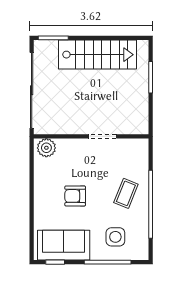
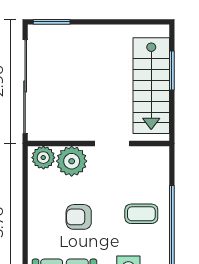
stairs: (98, 55) -> (151, 86), moved, turned 90
plant: (69, 151) -> (72, 161), added
coffee table: (126, 193) -> (141, 214), turned 68

